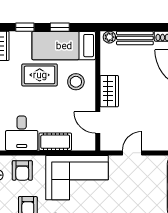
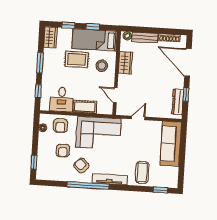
wardrobe: (109, 91) -> (125, 63), moved

